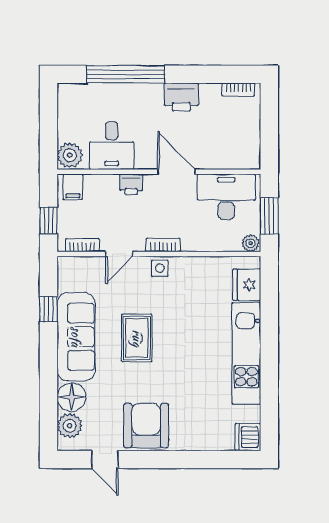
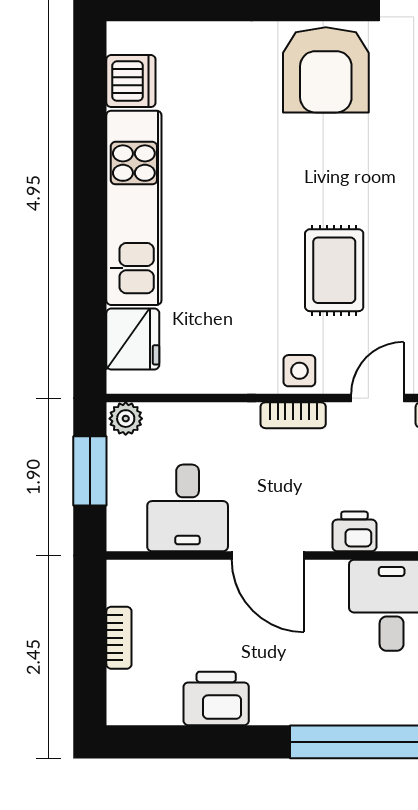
bookcase: (238, 89) -> (119, 638), moved, turned 90
printer: (181, 97) -> (216, 698), moved
desk: (226, 197) -> (188, 508), width x0.73
rug: (137, 338) -> (334, 270), moved
dishwasher: (248, 437) -> (131, 81), moved

